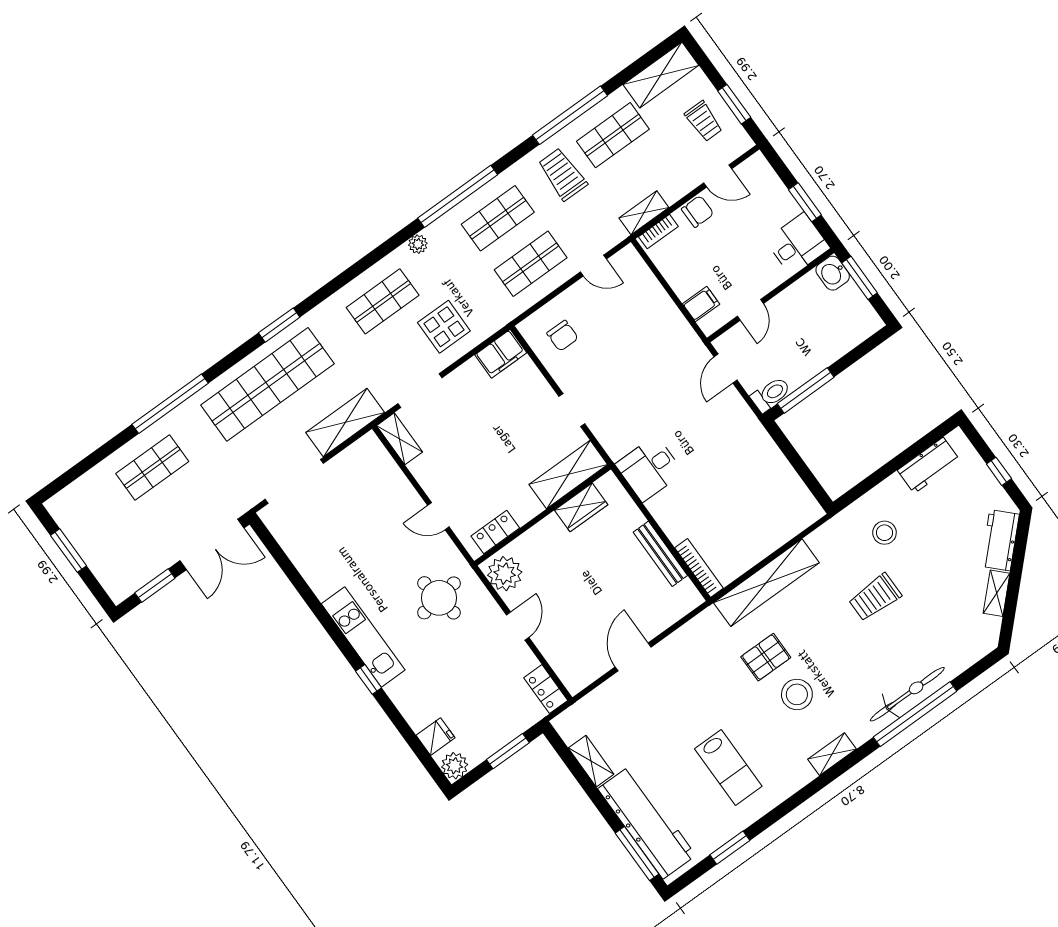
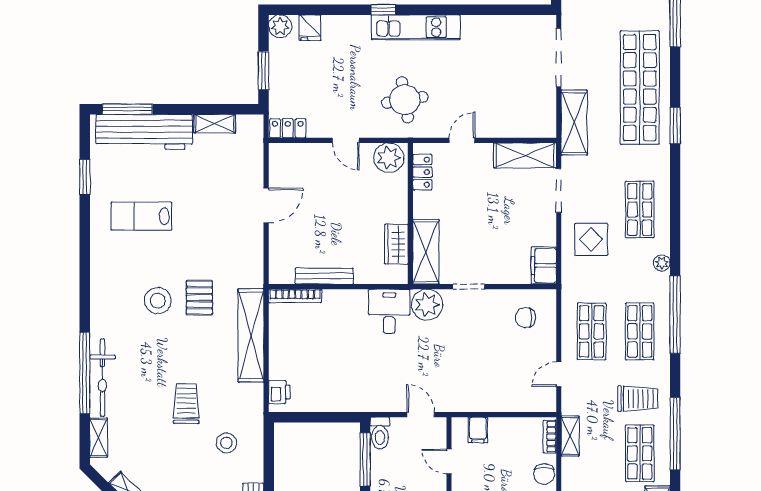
plant: (617, 437) -> (427, 305), added
shelving: (400, 439) -> (525, 155), width x1.50, depth x1.33
printer: (800, 517) -> (279, 392), added
door: (633, 657) -> (266, 205), hinge flipped
shelving: (832, 754) -> (99, 438), moved

